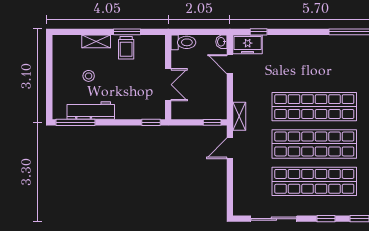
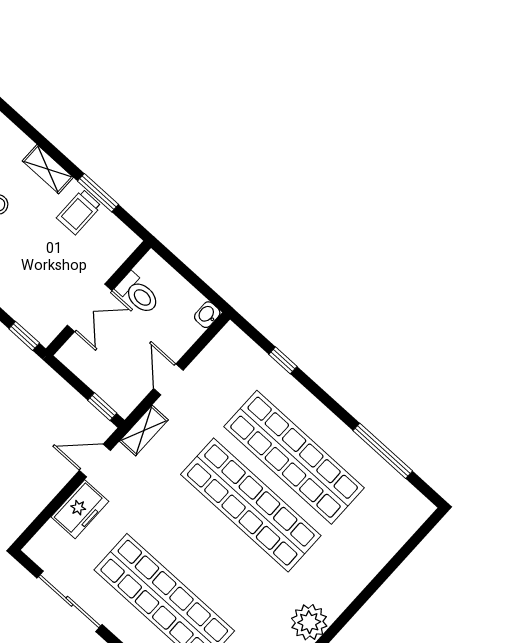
window: (259, 32) -> (283, 360), moved
toilet: (183, 42) -> (138, 294), moved
freezer: (248, 44) -> (80, 509), moved, turned -90
door: (230, 64) -> (168, 379), moved
shop shelf: (314, 144) -> (294, 457), moved

